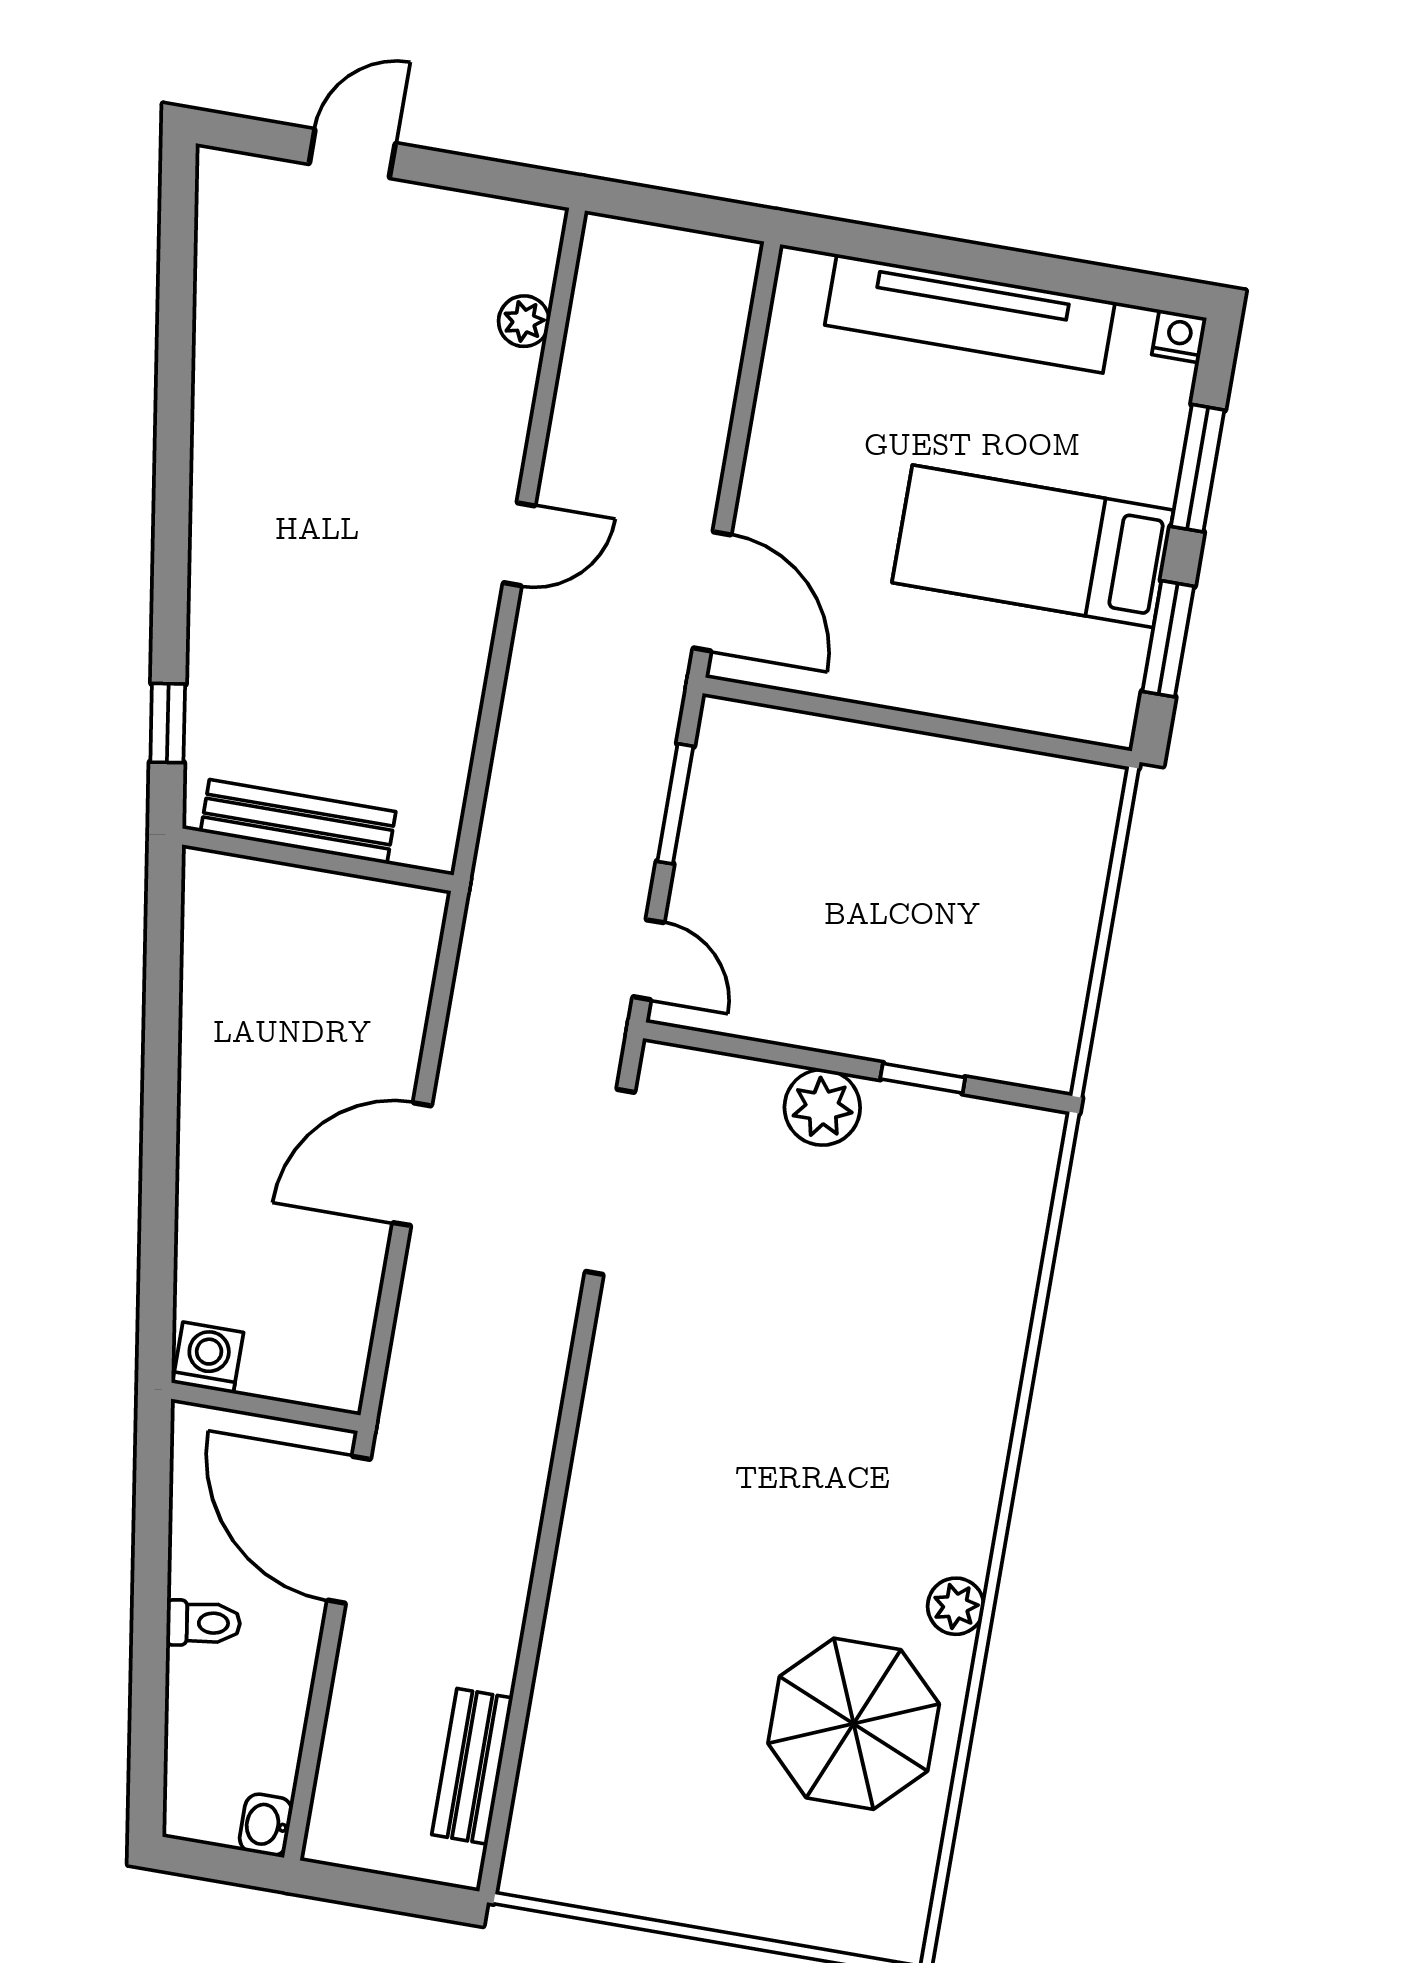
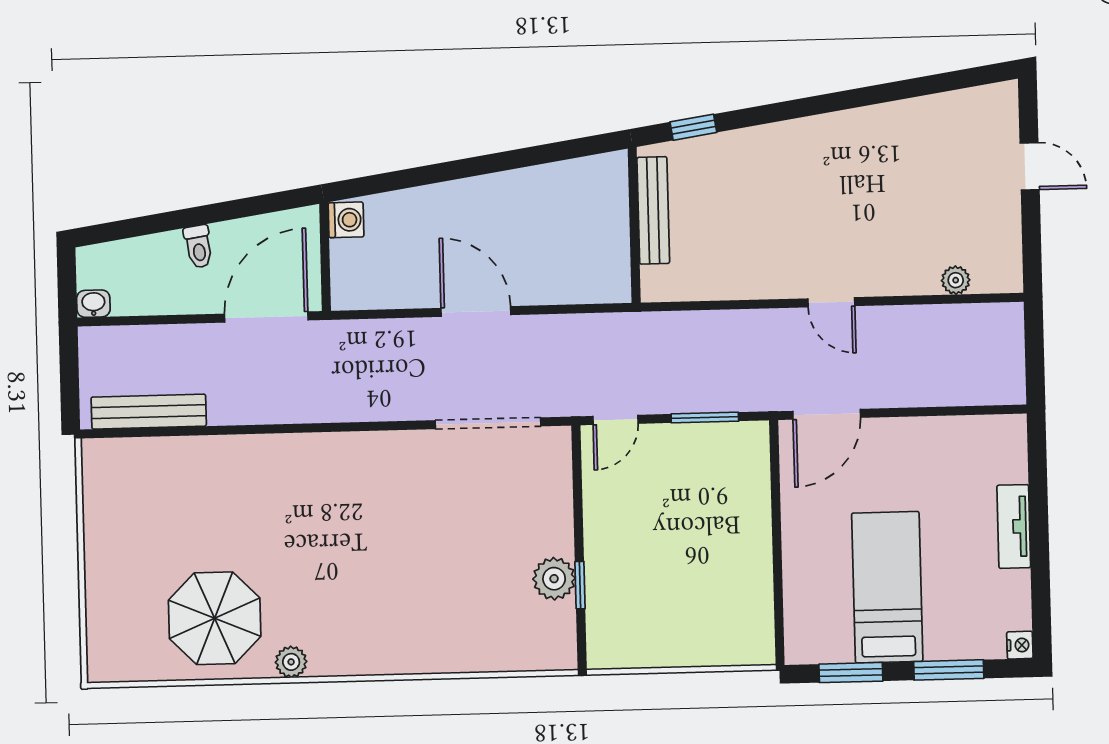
tv unit: (970, 314) -> (1014, 526), width x0.52, depth x0.78
plant: (822, 1107) -> (554, 579), moved
bench: (472, 1766) -> (149, 412), width x1.36

